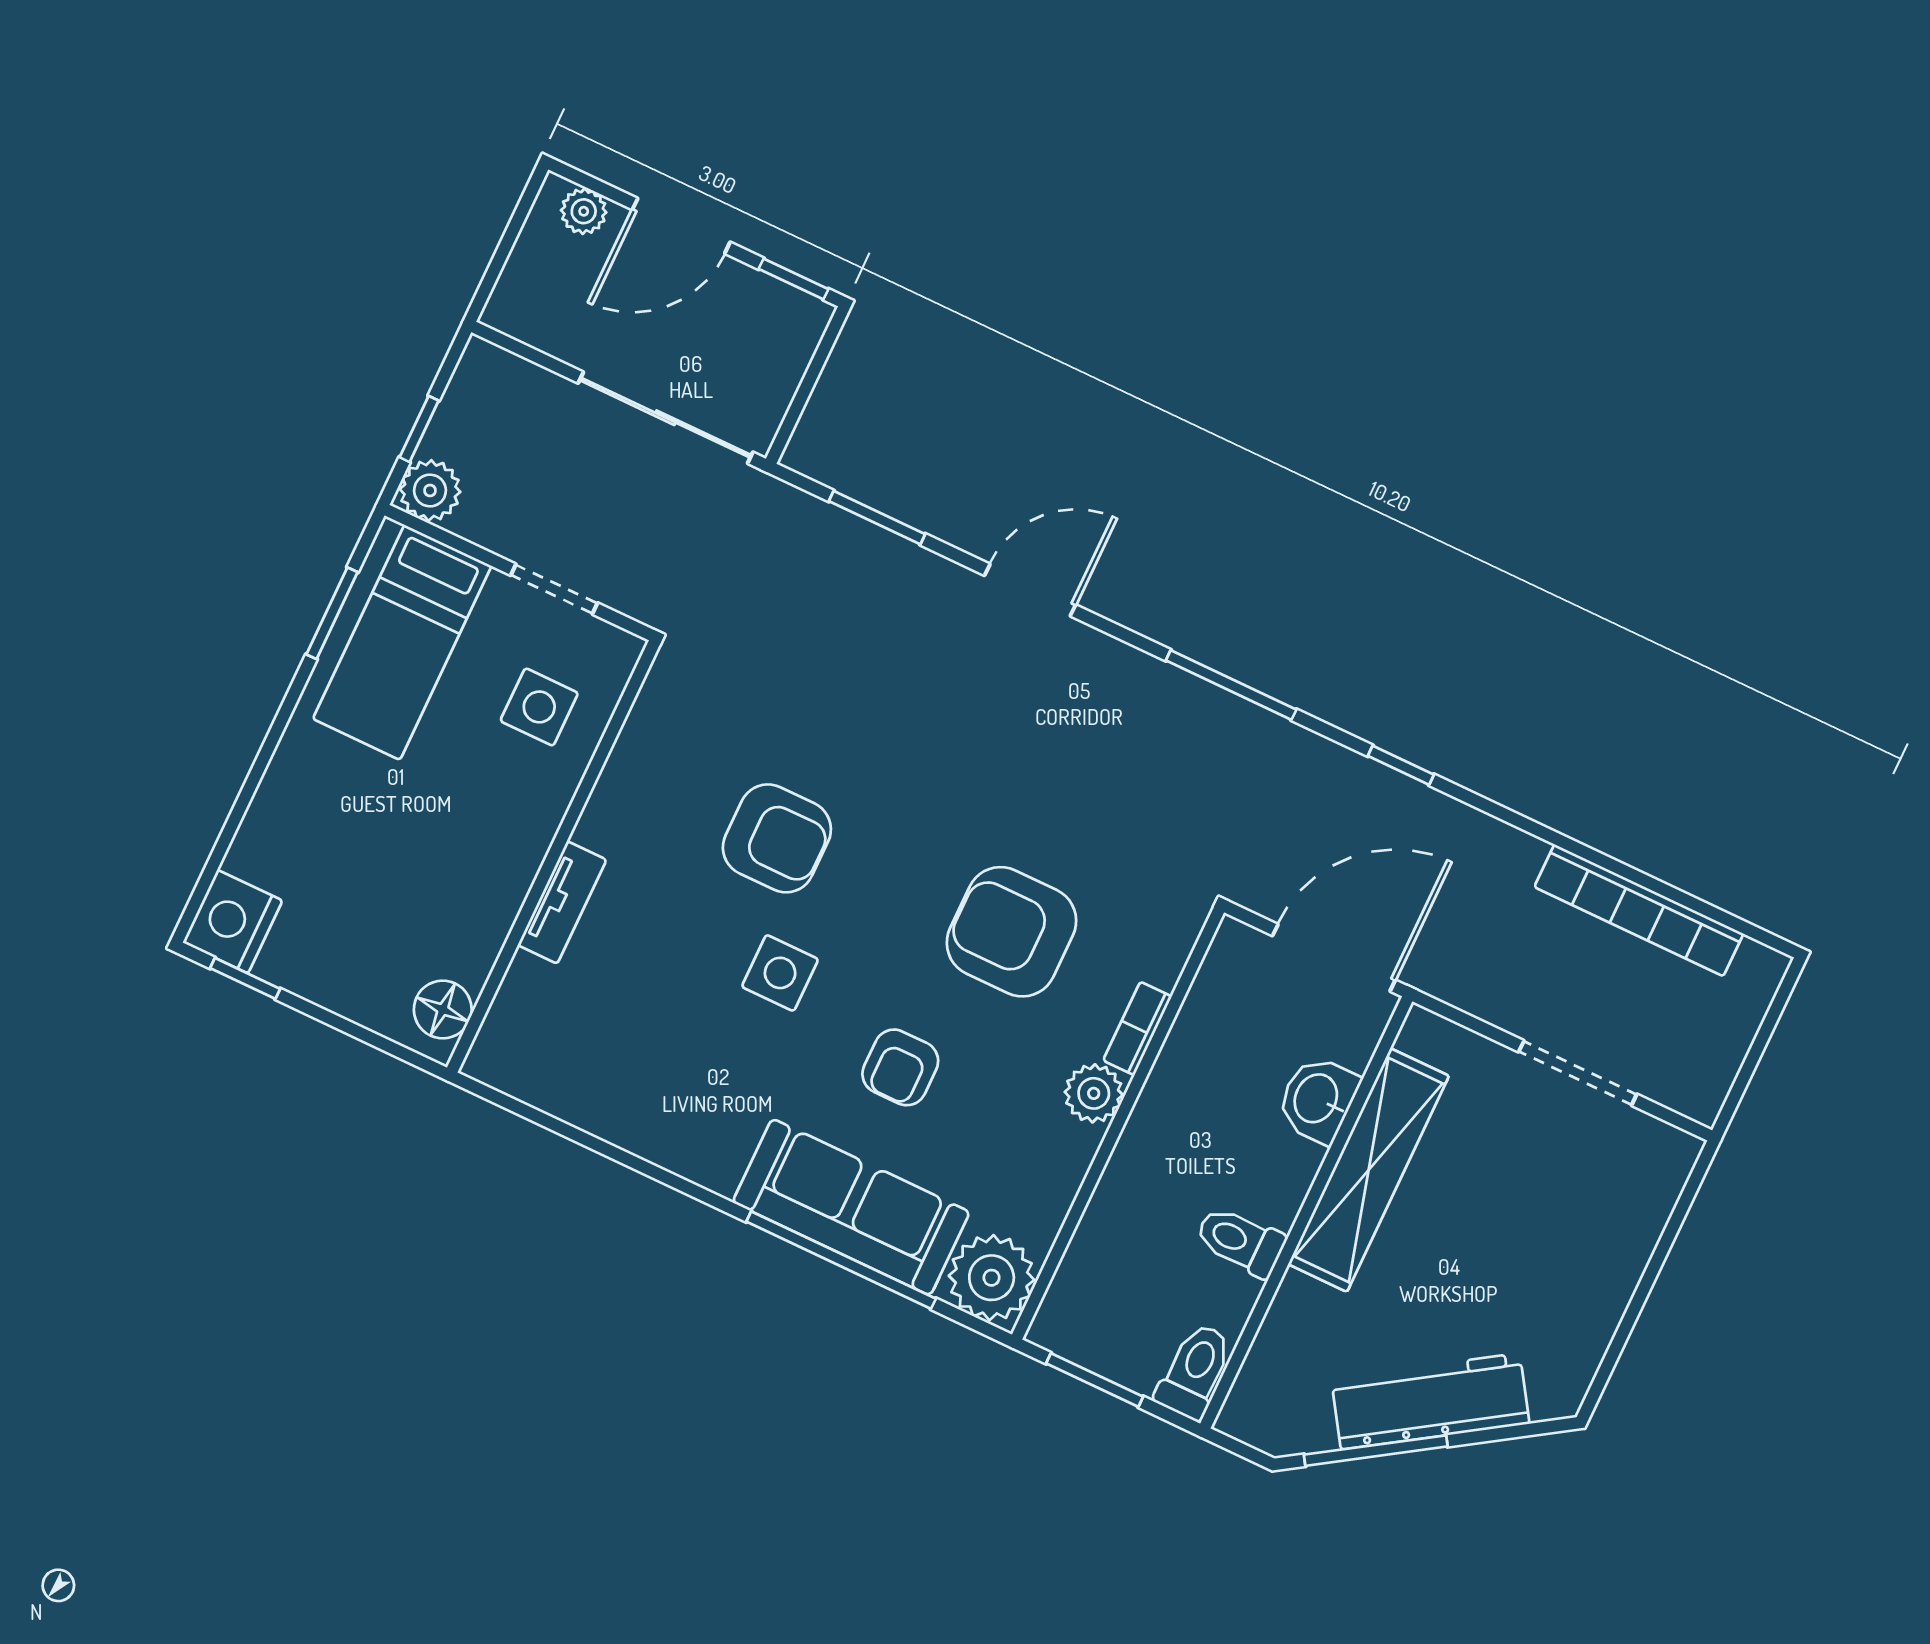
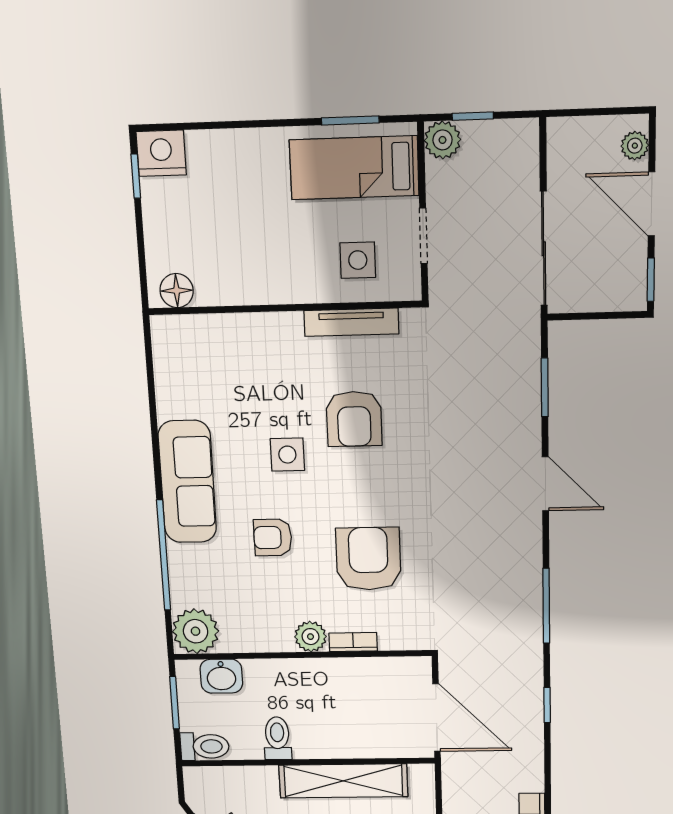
tv unit: (562, 902) -> (351, 322), moved, width x1.41
washbasin: (1318, 1099) -> (221, 676), moved, turned 180
sofa: (851, 1207) -> (187, 482), moved

